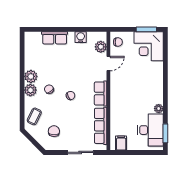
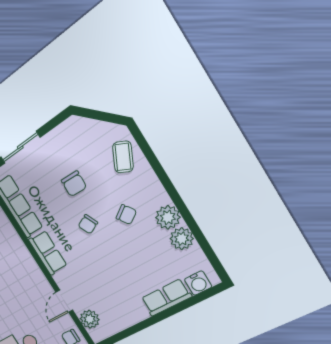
water cooler: (81, 37) -> (198, 283), moved
plant: (30, 90) -> (182, 239), moved
chair: (54, 131) -> (74, 184), moved

